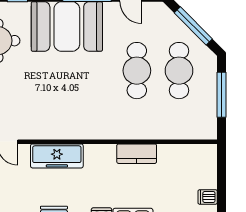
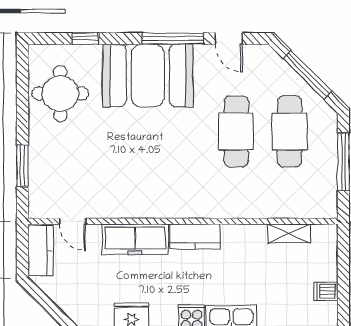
shelving: (179, 151) -> (289, 233), added
kitchen counter: (137, 154) -> (195, 236), moved

